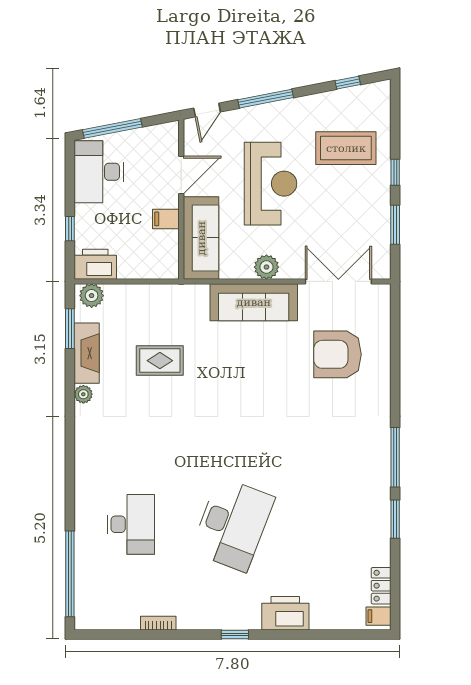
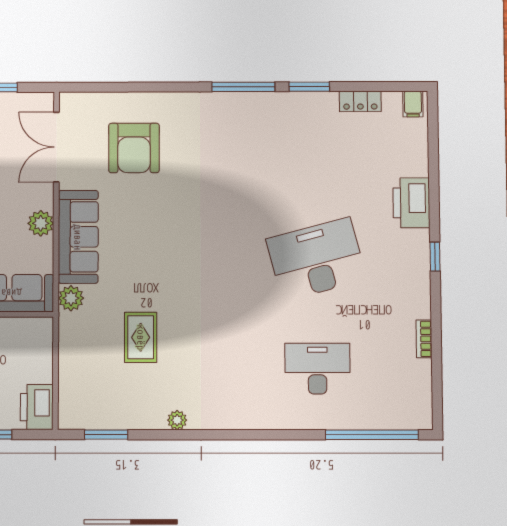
plant: (92, 296) -> (71, 298), moved
fireplace: (87, 353) -> (133, 416), removed
desk: (233, 524) -> (316, 259), turned -36
locker: (381, 586) -> (360, 101), moved

